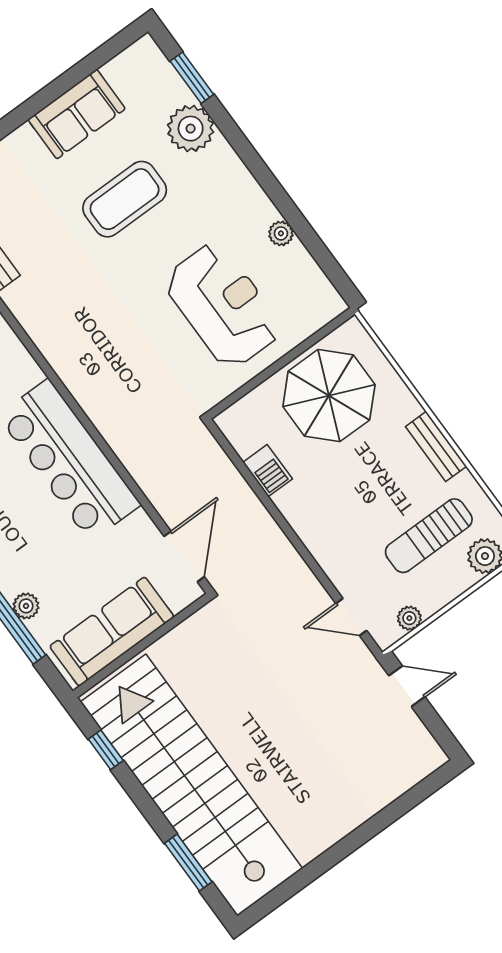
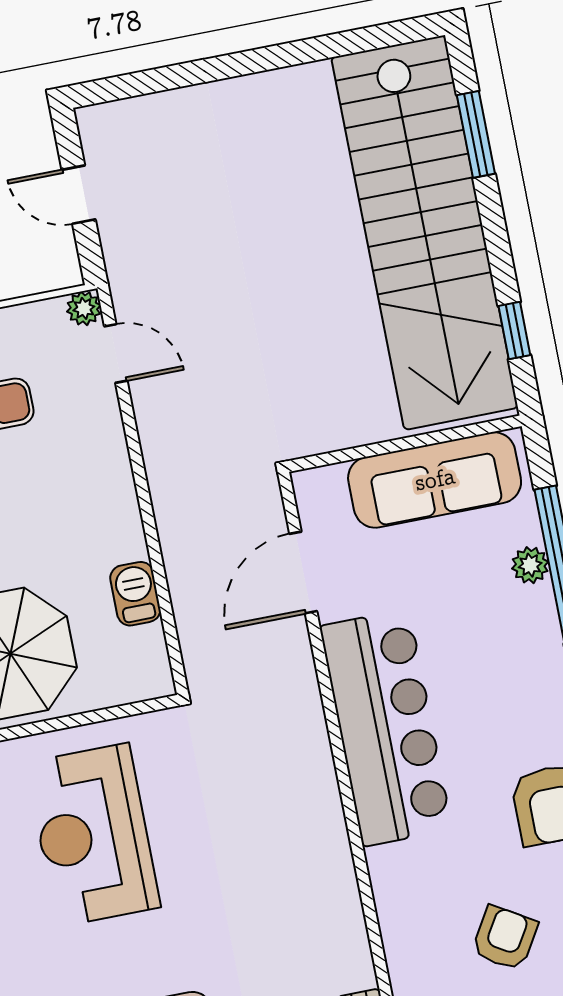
door: (184, 557) -> (303, 573), moved
plant: (409, 618) -> (84, 308), moved
door: (407, 686) -> (79, 195), moved

